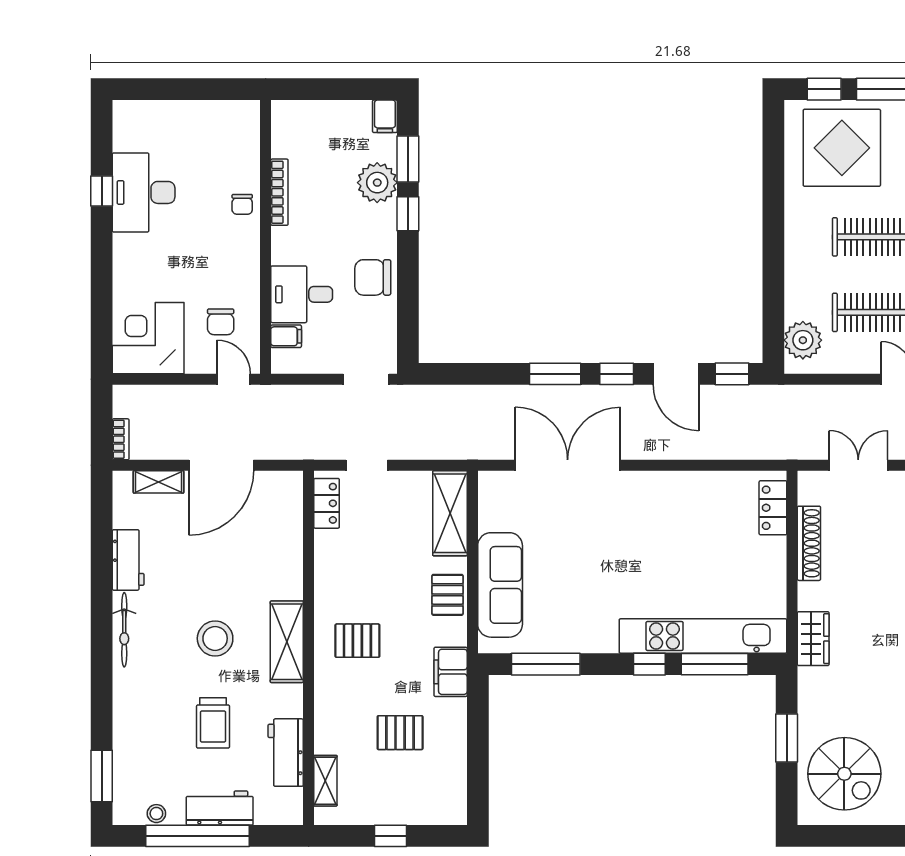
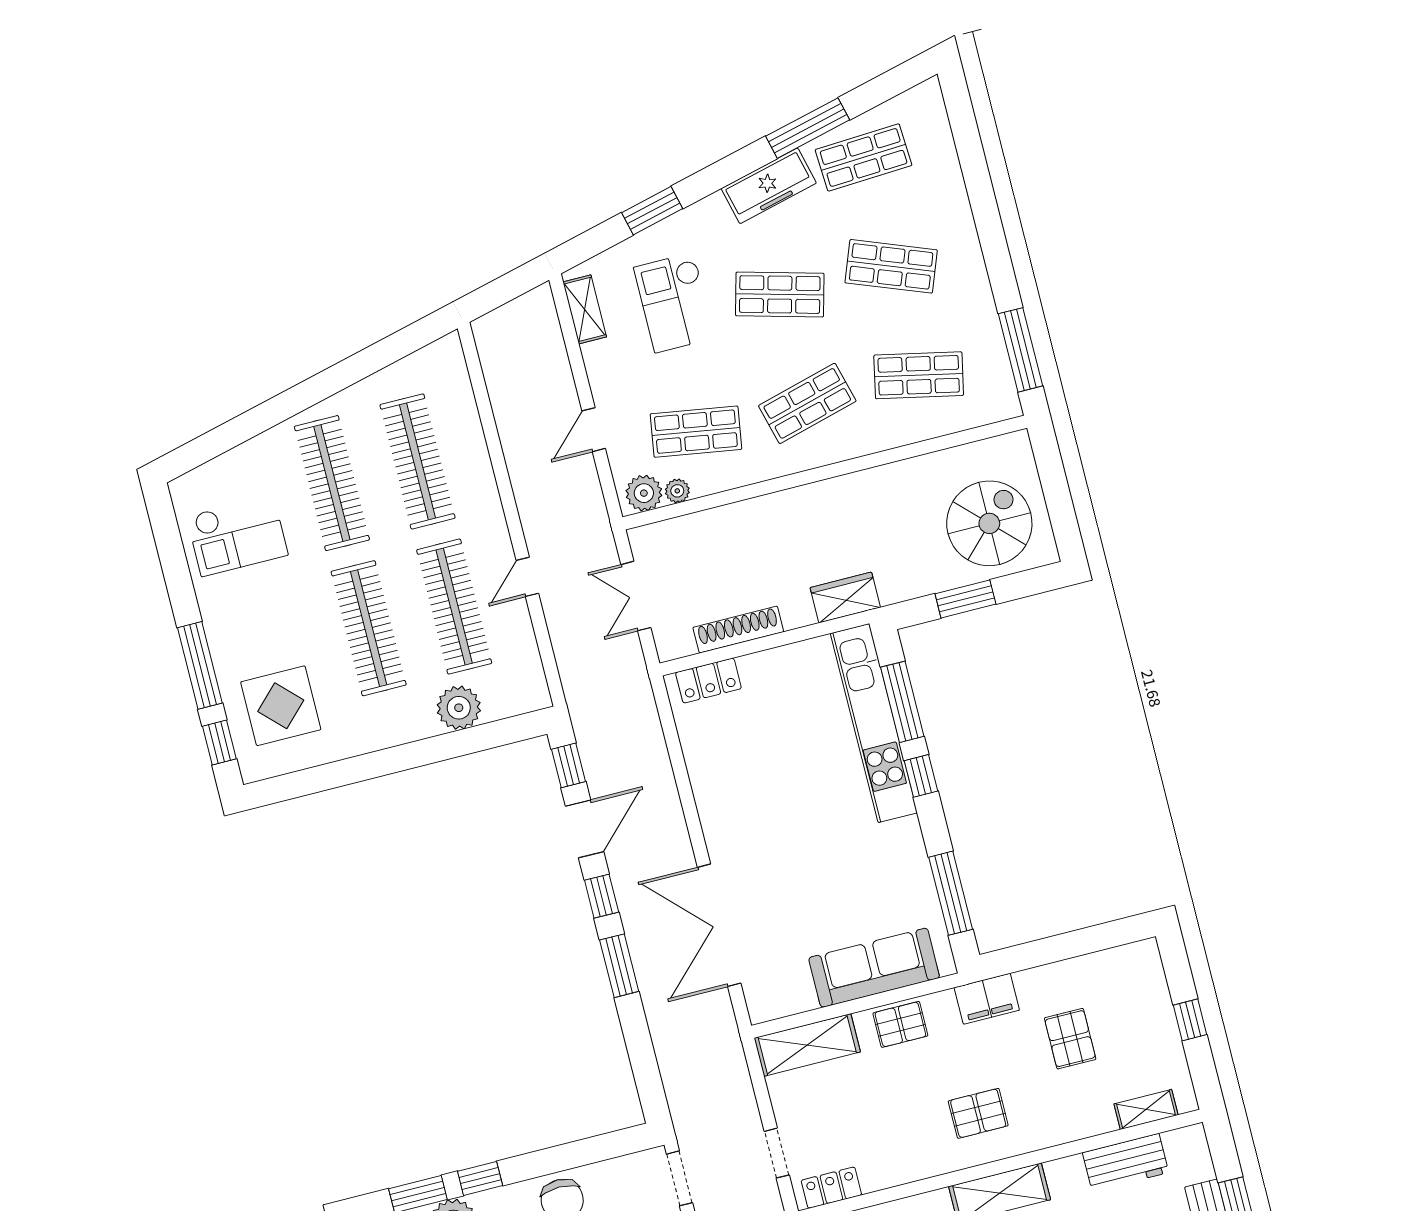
display table: (842, 148) -> (281, 706), width x0.73, depth x0.73
plant: (803, 340) -> (459, 708), moved
pallet: (357, 641) -> (978, 1113), turned 90

